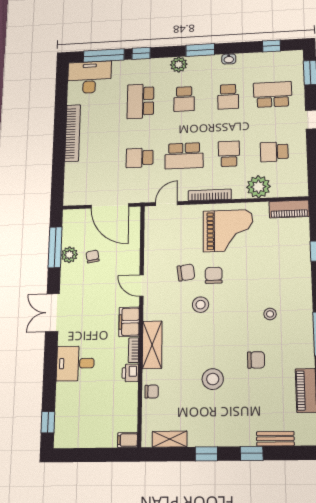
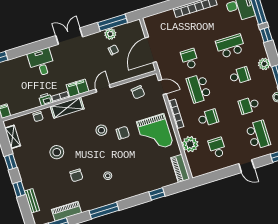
school desk: (184, 99) -> (240, 76), turned 180
chair: (186, 272) -> (138, 92), moved

